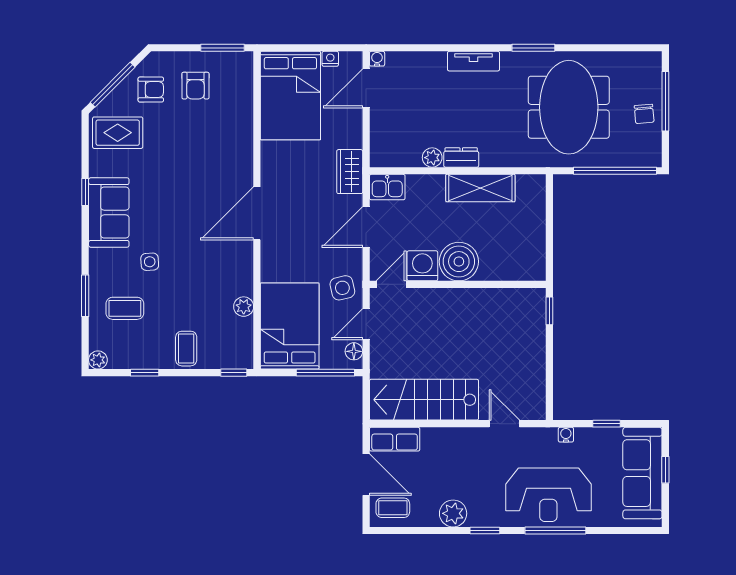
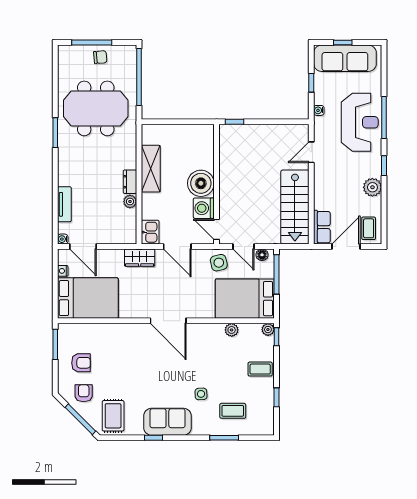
tv unit: (474, 61) -> (64, 204), moved
coffee table: (125, 308) -> (233, 411), turned 90
plant: (98, 360) -> (268, 330), moved

